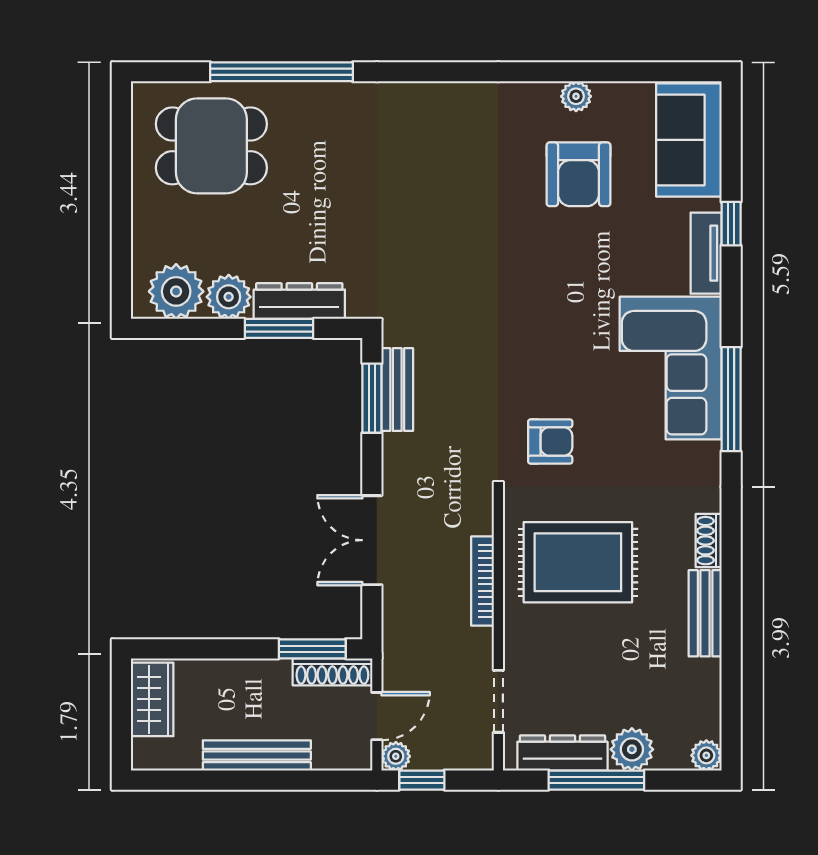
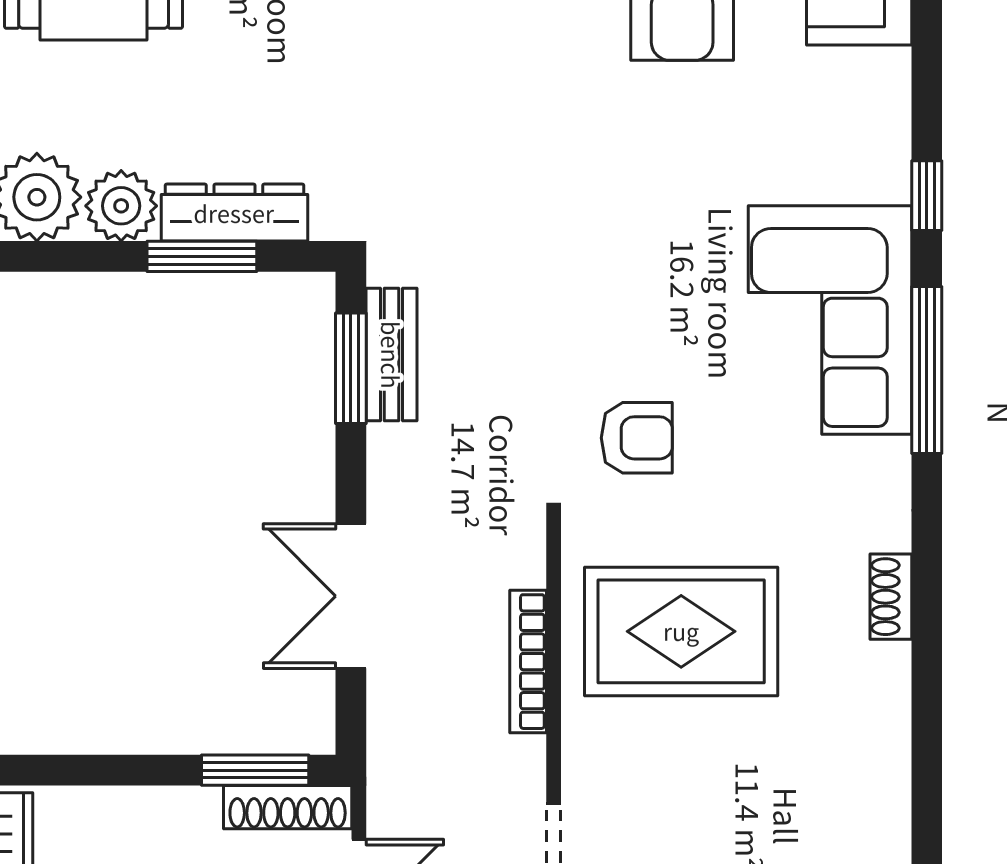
window: (731, 224) -> (927, 196), moved
tv unit: (706, 253) -> (887, 136), removed
bench: (705, 613) -> (885, 713), removed

